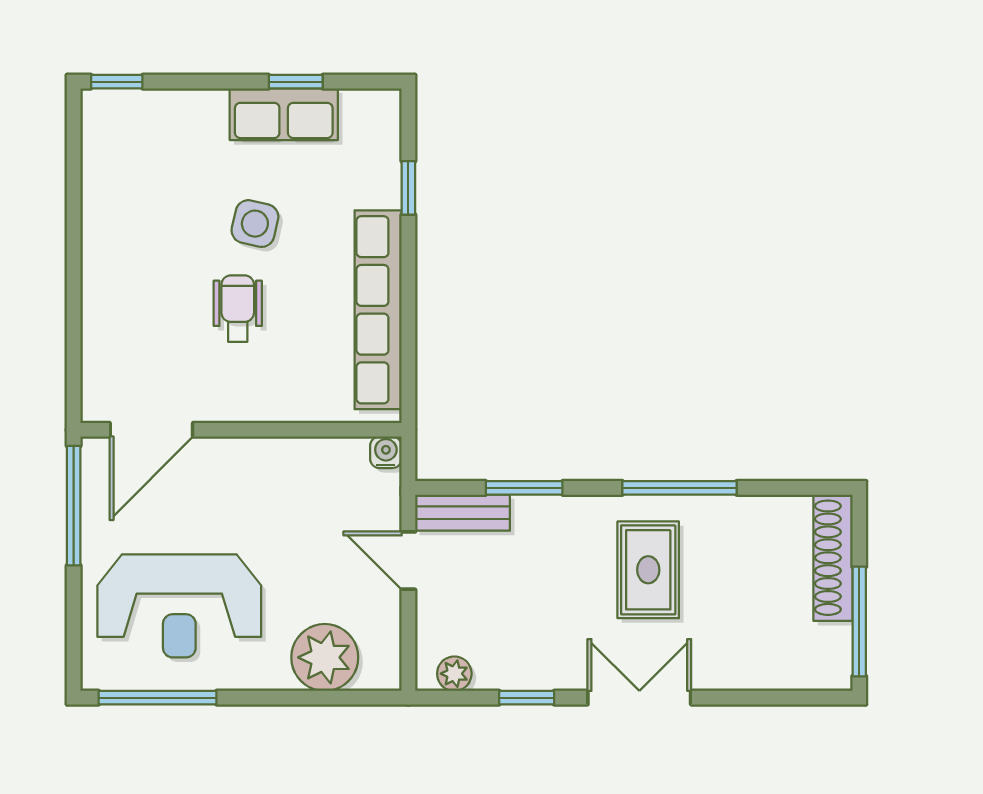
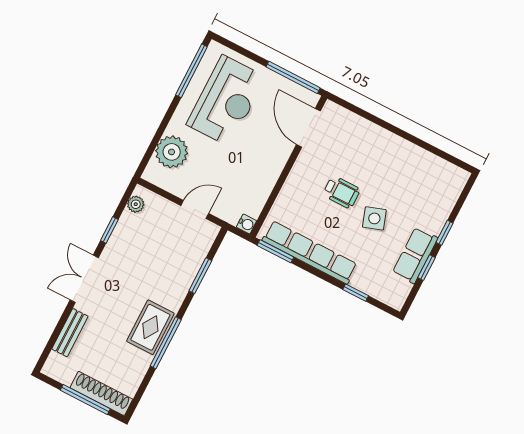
window: (117, 82) -> (445, 233), moved
side table: (255, 224) -> (374, 218), turned -32
window: (408, 374) -> (275, 251), added
bench: (463, 513) -> (70, 333), moved
rug: (648, 570) -> (150, 327), moved, turned 90
reception desk: (179, 606) -> (226, 101), turned 180
window: (859, 621) -> (85, 399), moved
double door: (639, 698) -> (84, 279), swing flipped

